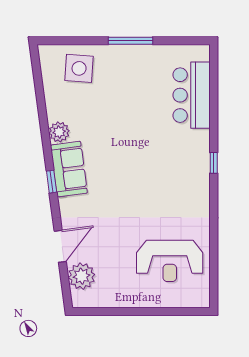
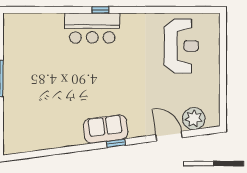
side table: (79, 68) -> (23, 121), removed
bar counter: (192, 95) -> (92, 28), moved
plant: (59, 132) -> (75, 137), removed

